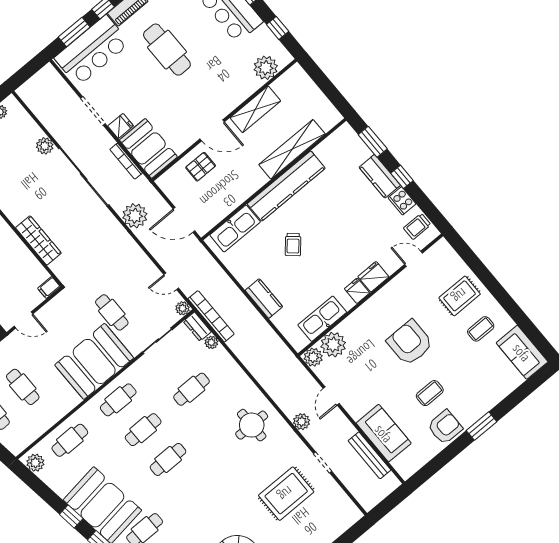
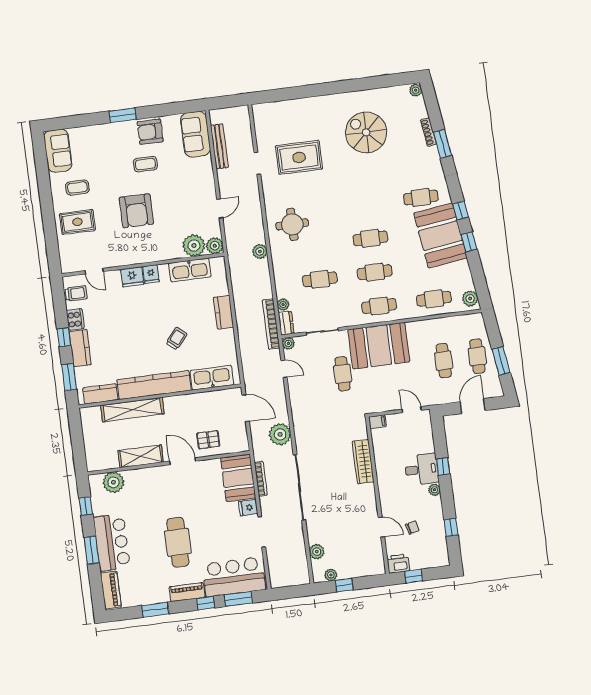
kitchen counter: (332, 145) -> (101, 394), added
plant: (45, 146) -> (317, 552), moved
plant: (302, 422) -> (260, 251), moved
sofa: (384, 433) -> (195, 134), moved

